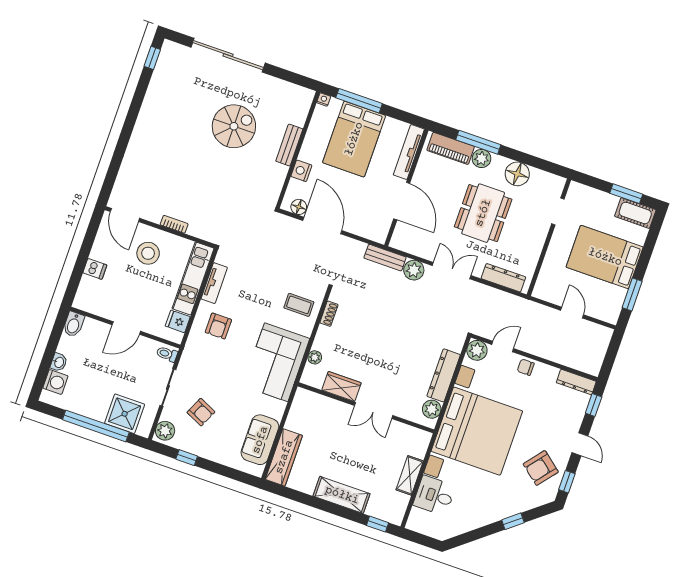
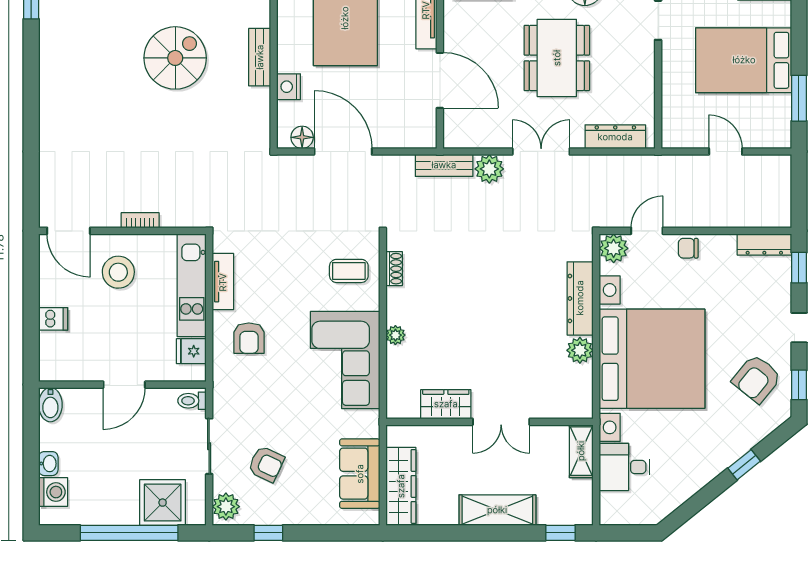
wardrobe: (341, 386) -> (446, 404), moved
wall: (366, 408) -> (489, 422), moved
double door: (374, 410) -> (501, 422), moved

